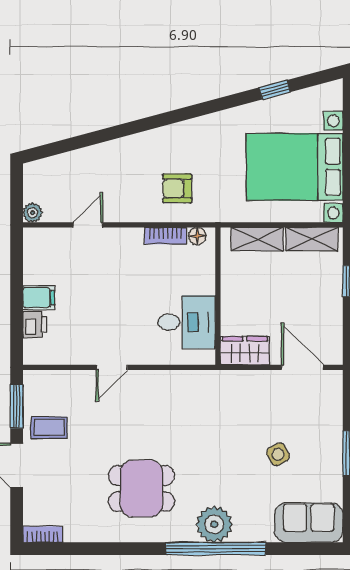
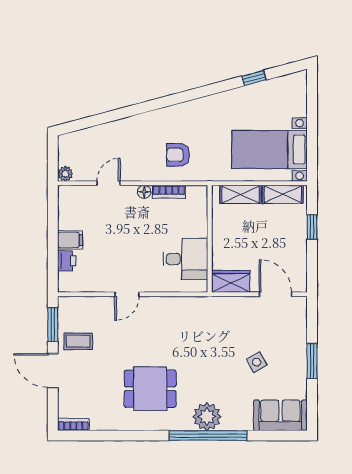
bed with nightstands: (295, 167) -> (269, 149), width x0.73
floor lamp: (197, 236) -> (144, 192), moved

